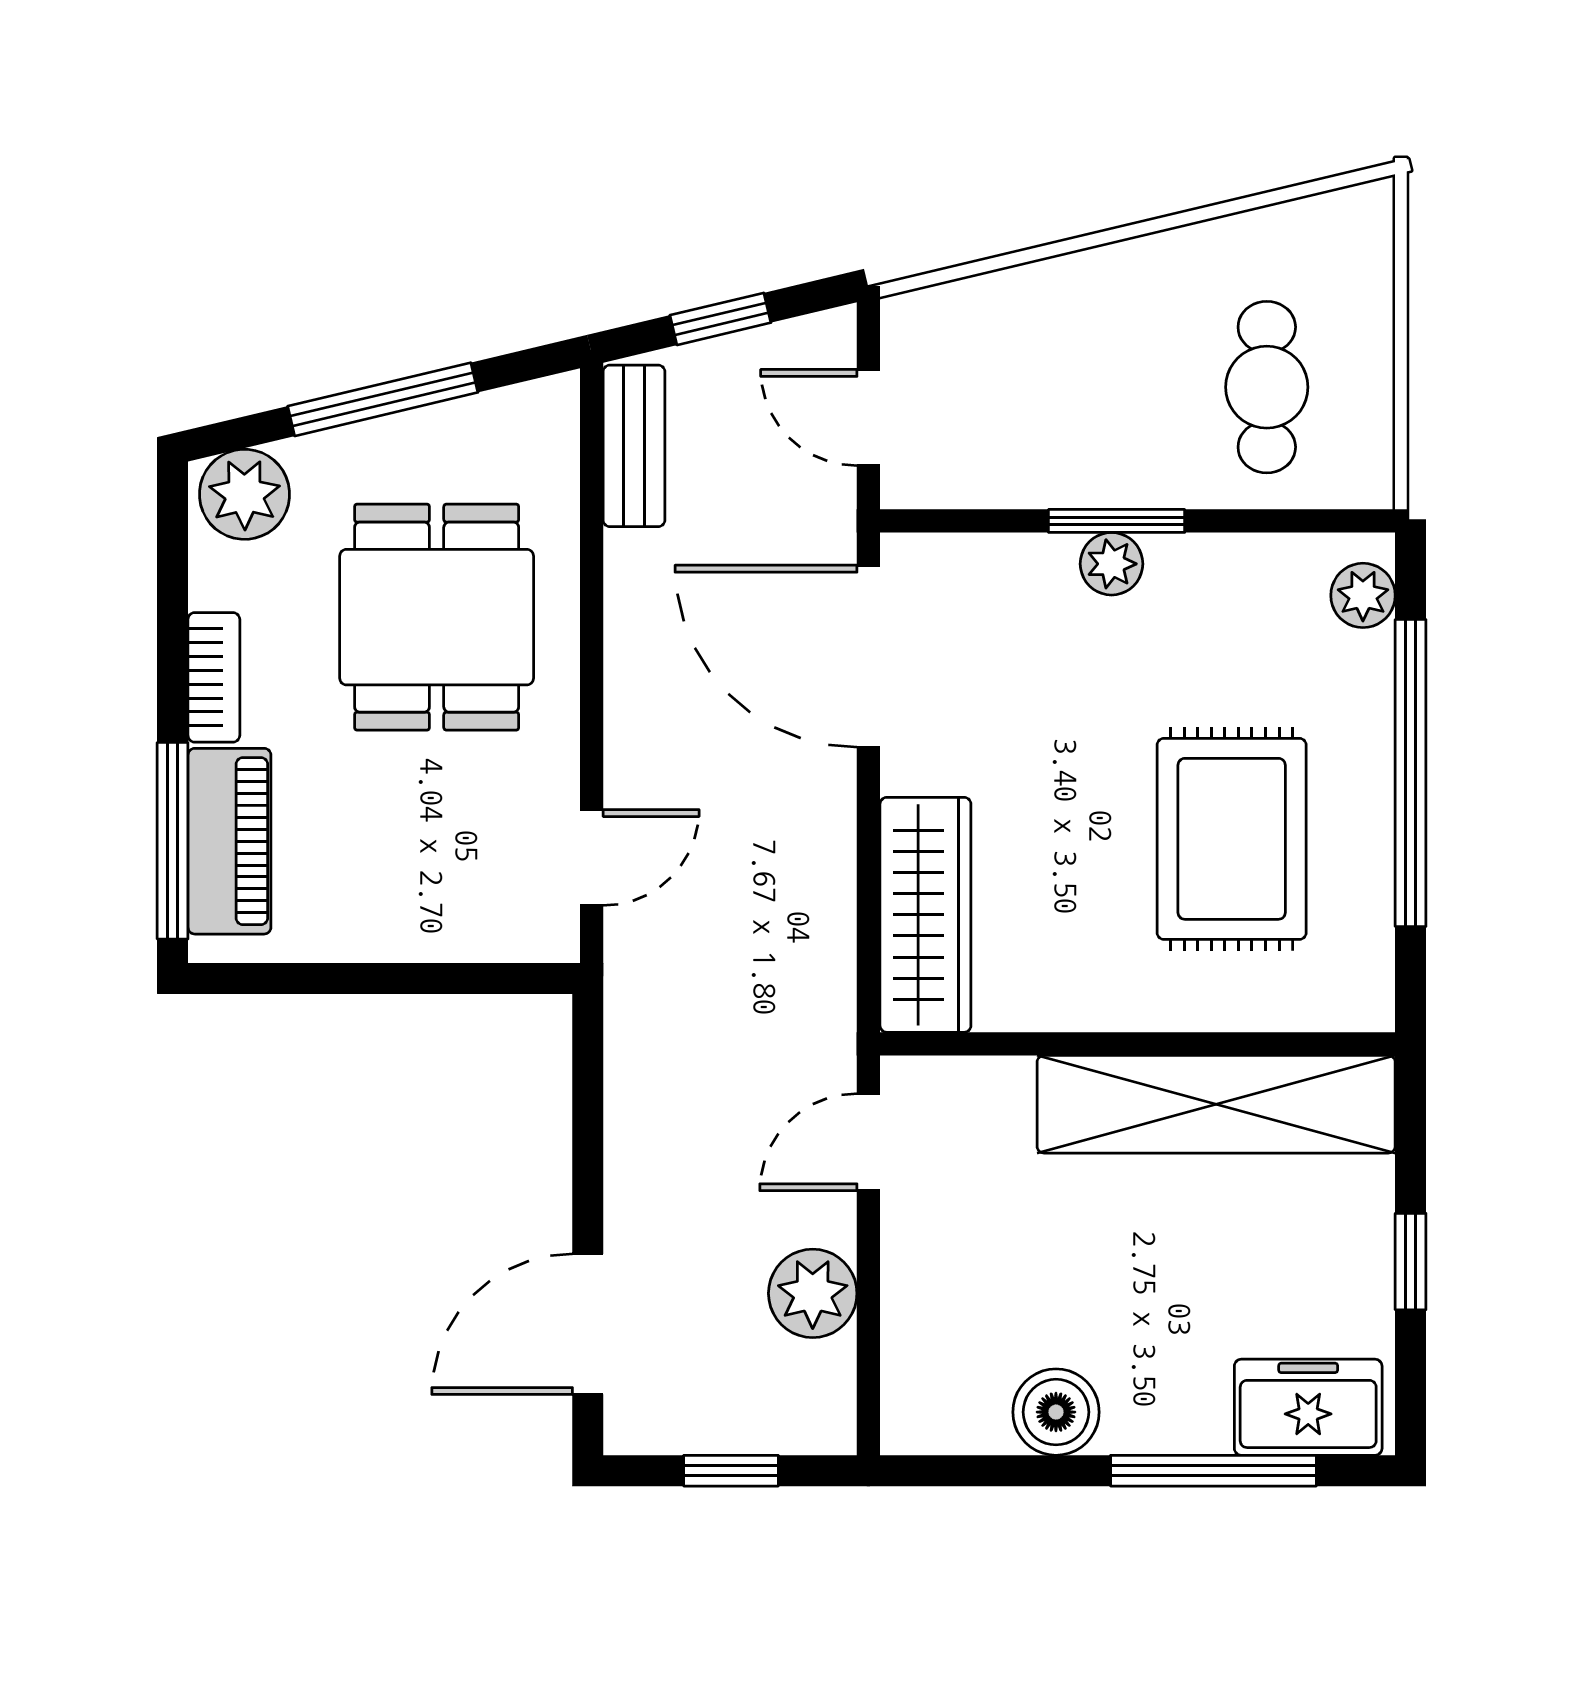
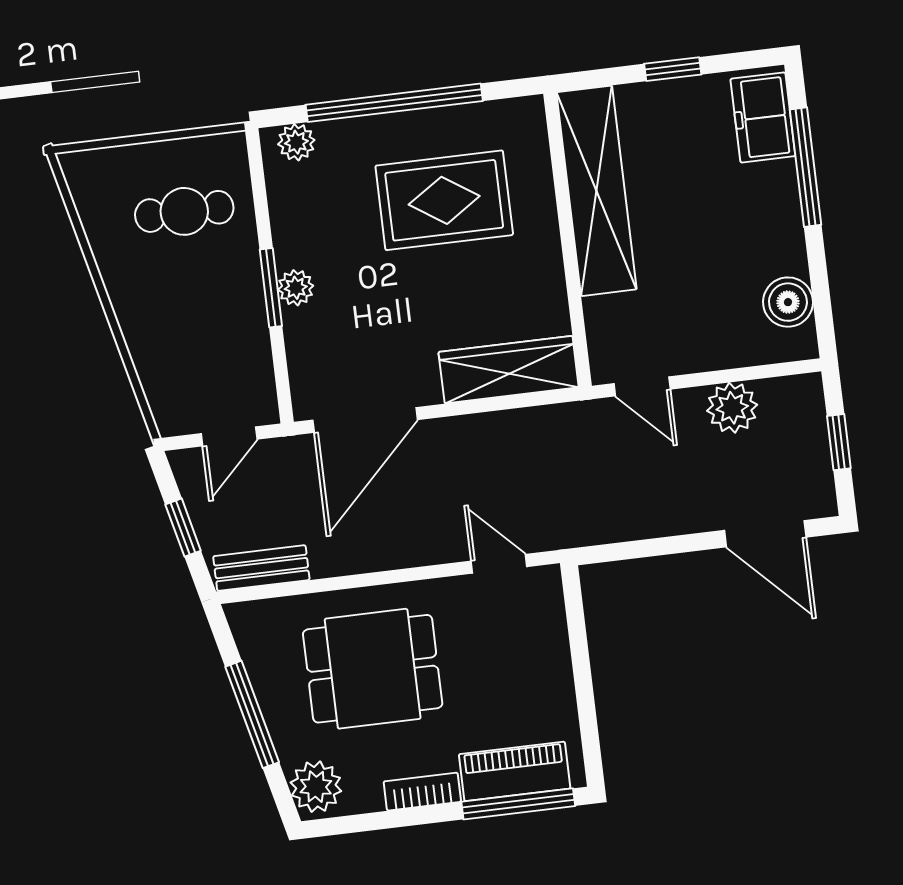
boiler: (1056, 1412) -> (788, 302), moved

